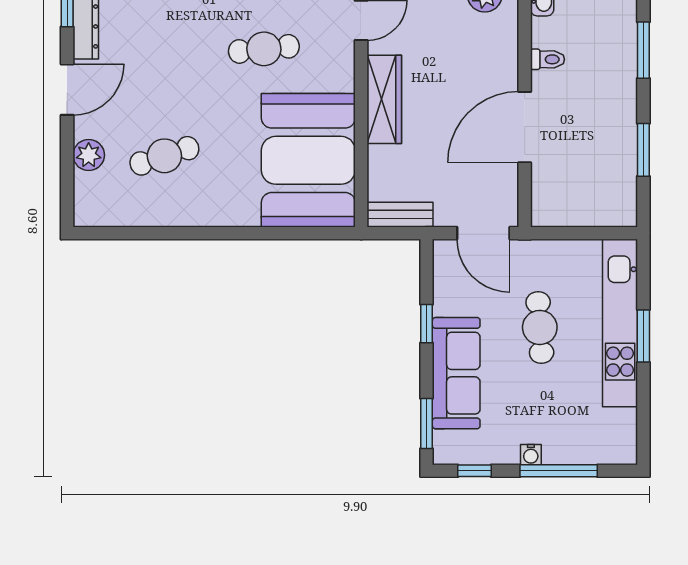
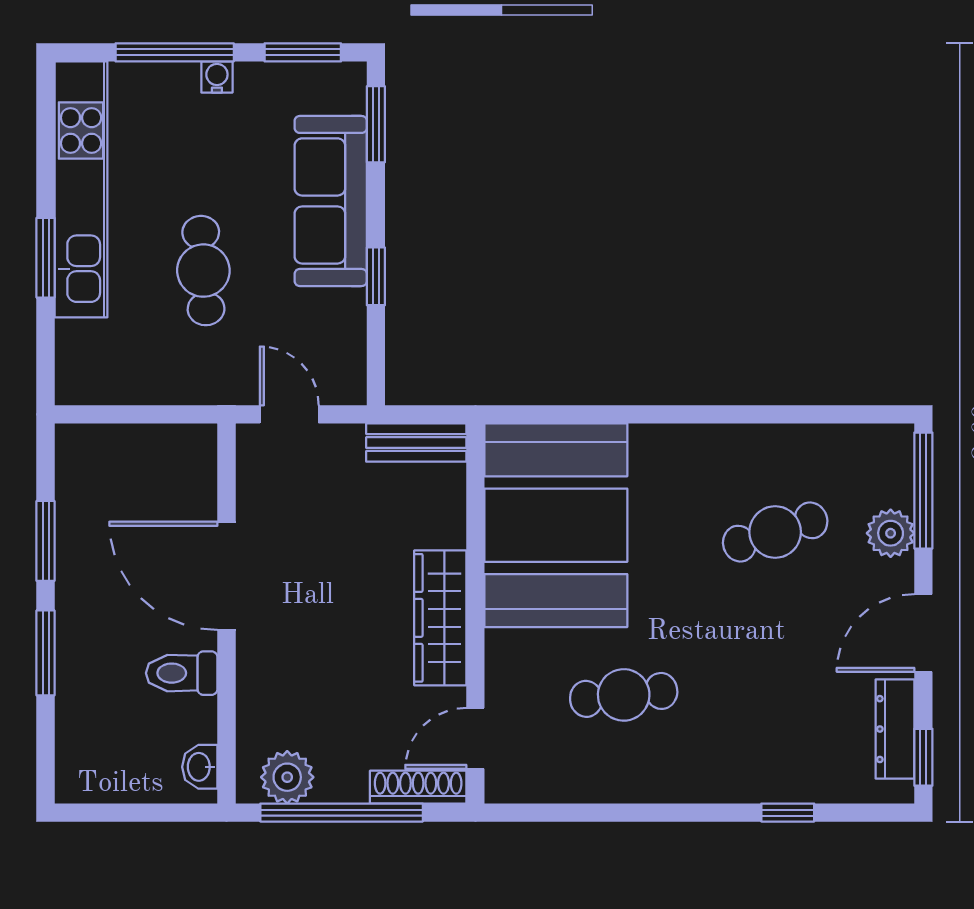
window: (643, 50) -> (46, 653), moved
toilet: (547, 59) -> (182, 673), width x1.37, depth x1.39
door: (525, 127) -> (227, 576), swing flipped
window: (67, 183) -> (923, 491), added
door: (483, 233) -> (289, 414), width x0.73
kitchen unit: (620, 323) -> (81, 189), moved
window: (475, 471) -> (303, 52), width x1.50

